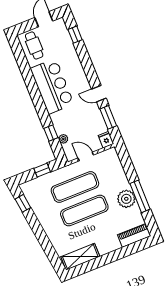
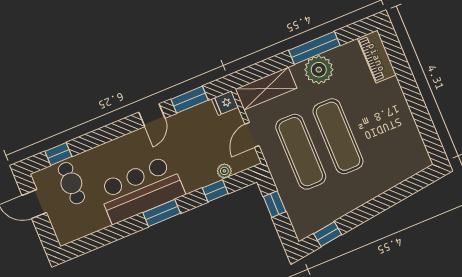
cafe table: (34, 46) -> (71, 183), moved, turned 90
window: (37, 99) -> (162, 213), added
shelving: (80, 257) -> (266, 89), moved, turned 90

